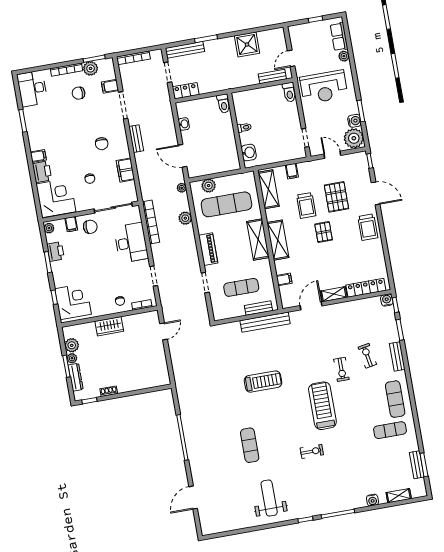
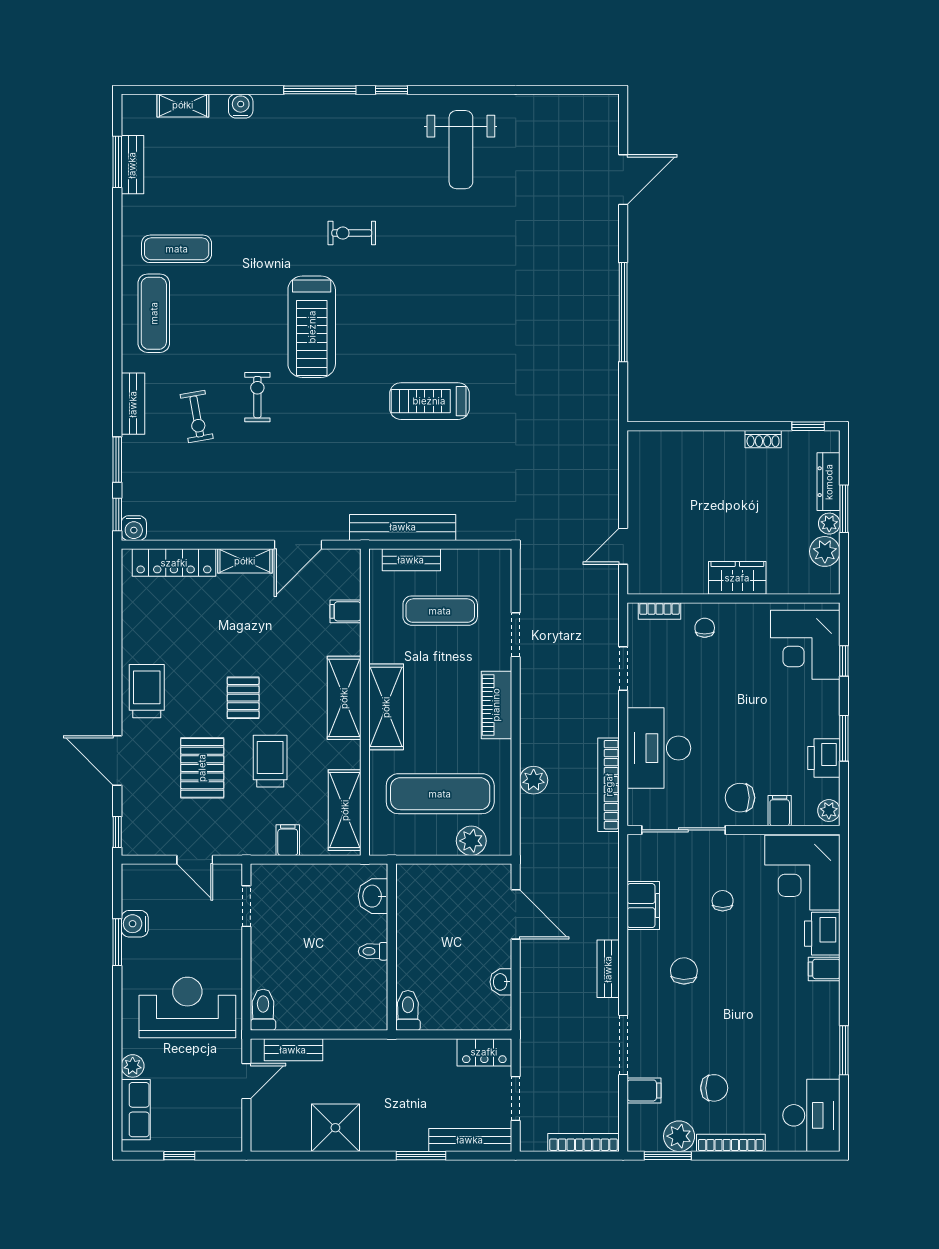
plant: (354, 138) -> (143, 887), removed
plant: (182, 188) -> (530, 846), removed
exercise mat: (250, 445) -> (482, 270), removed

